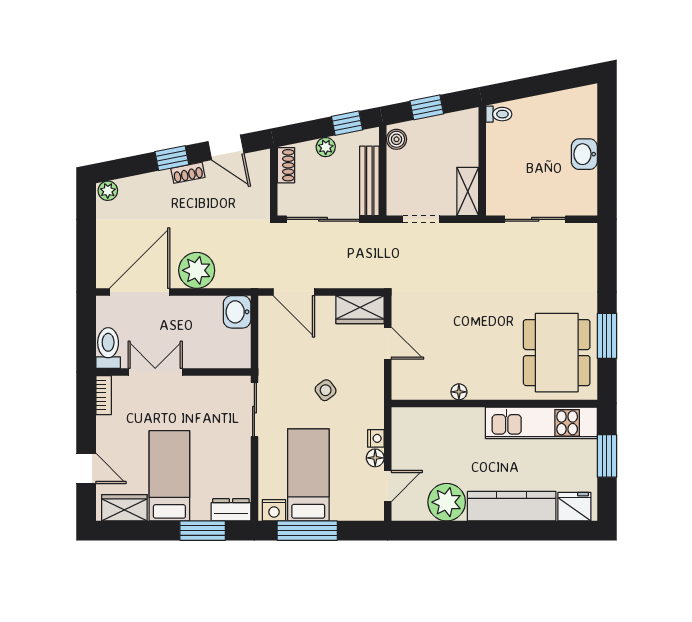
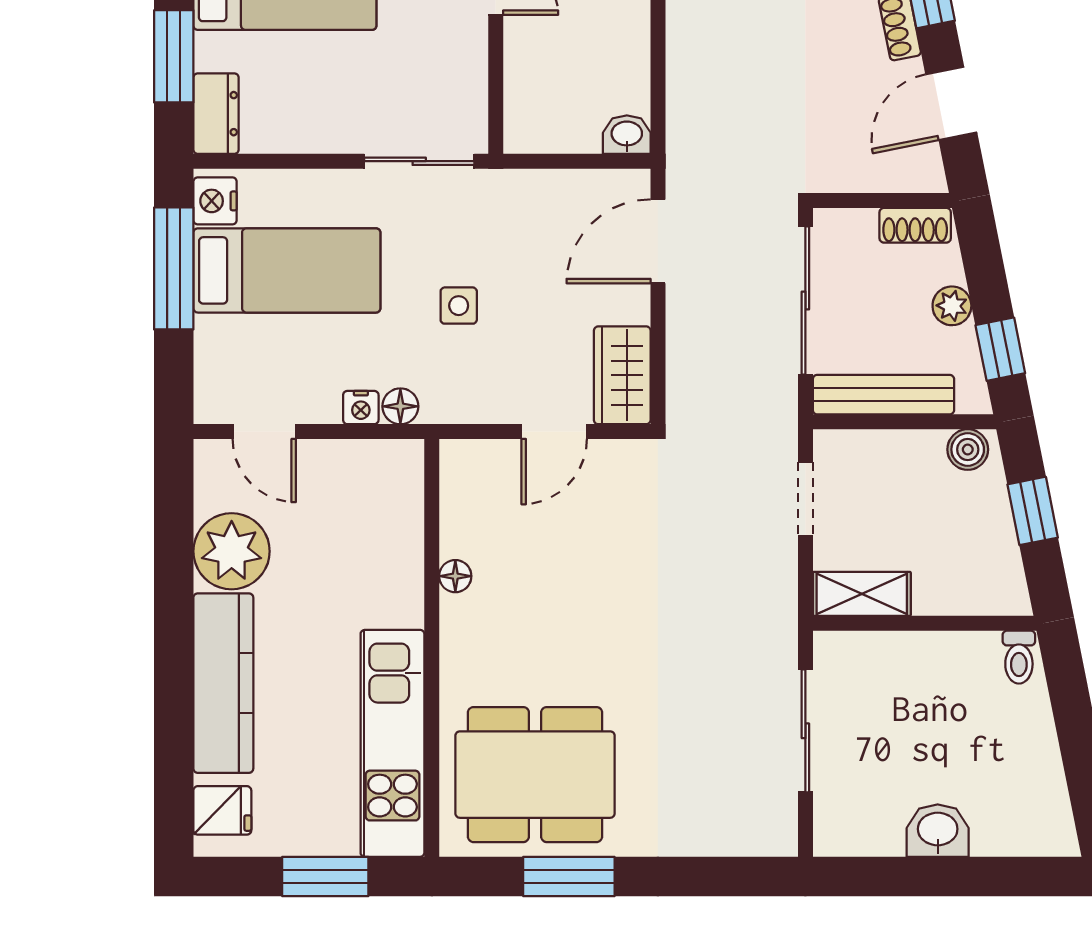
plant: (197, 270) -> (702, 44), removed
washbasin: (237, 312) -> (627, 135), width x0.72, depth x0.69
side table: (326, 390) -> (459, 306), turned 37
floor lamp: (375, 458) -> (400, 406), moved
fridge: (574, 507) -> (222, 810), width x0.72

